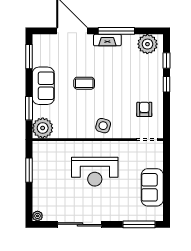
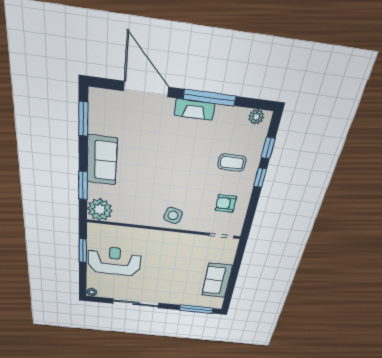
plant: (147, 44) -> (256, 117), width x0.53, depth x0.53
coffee table: (84, 83) -> (232, 163), moved
armchair: (144, 109) -> (226, 203), turned -90
reception desk: (95, 172) -> (114, 261), moved, turned 180

